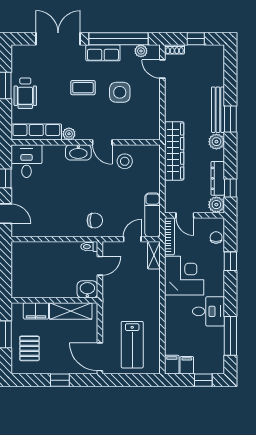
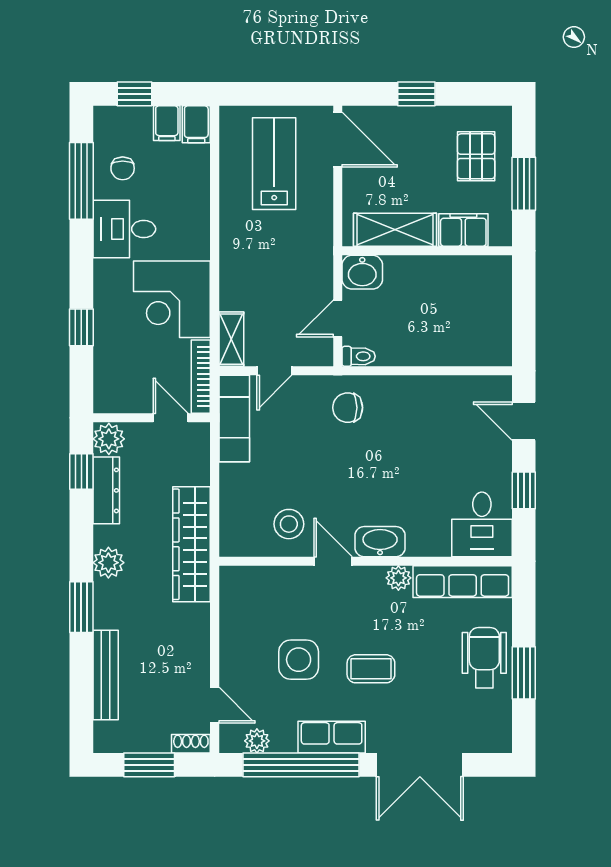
window: (196, 39) -> (149, 765), width x1.50
bench: (218, 110) -> (106, 675), moved
chair: (216, 238) -> (123, 168), moved

